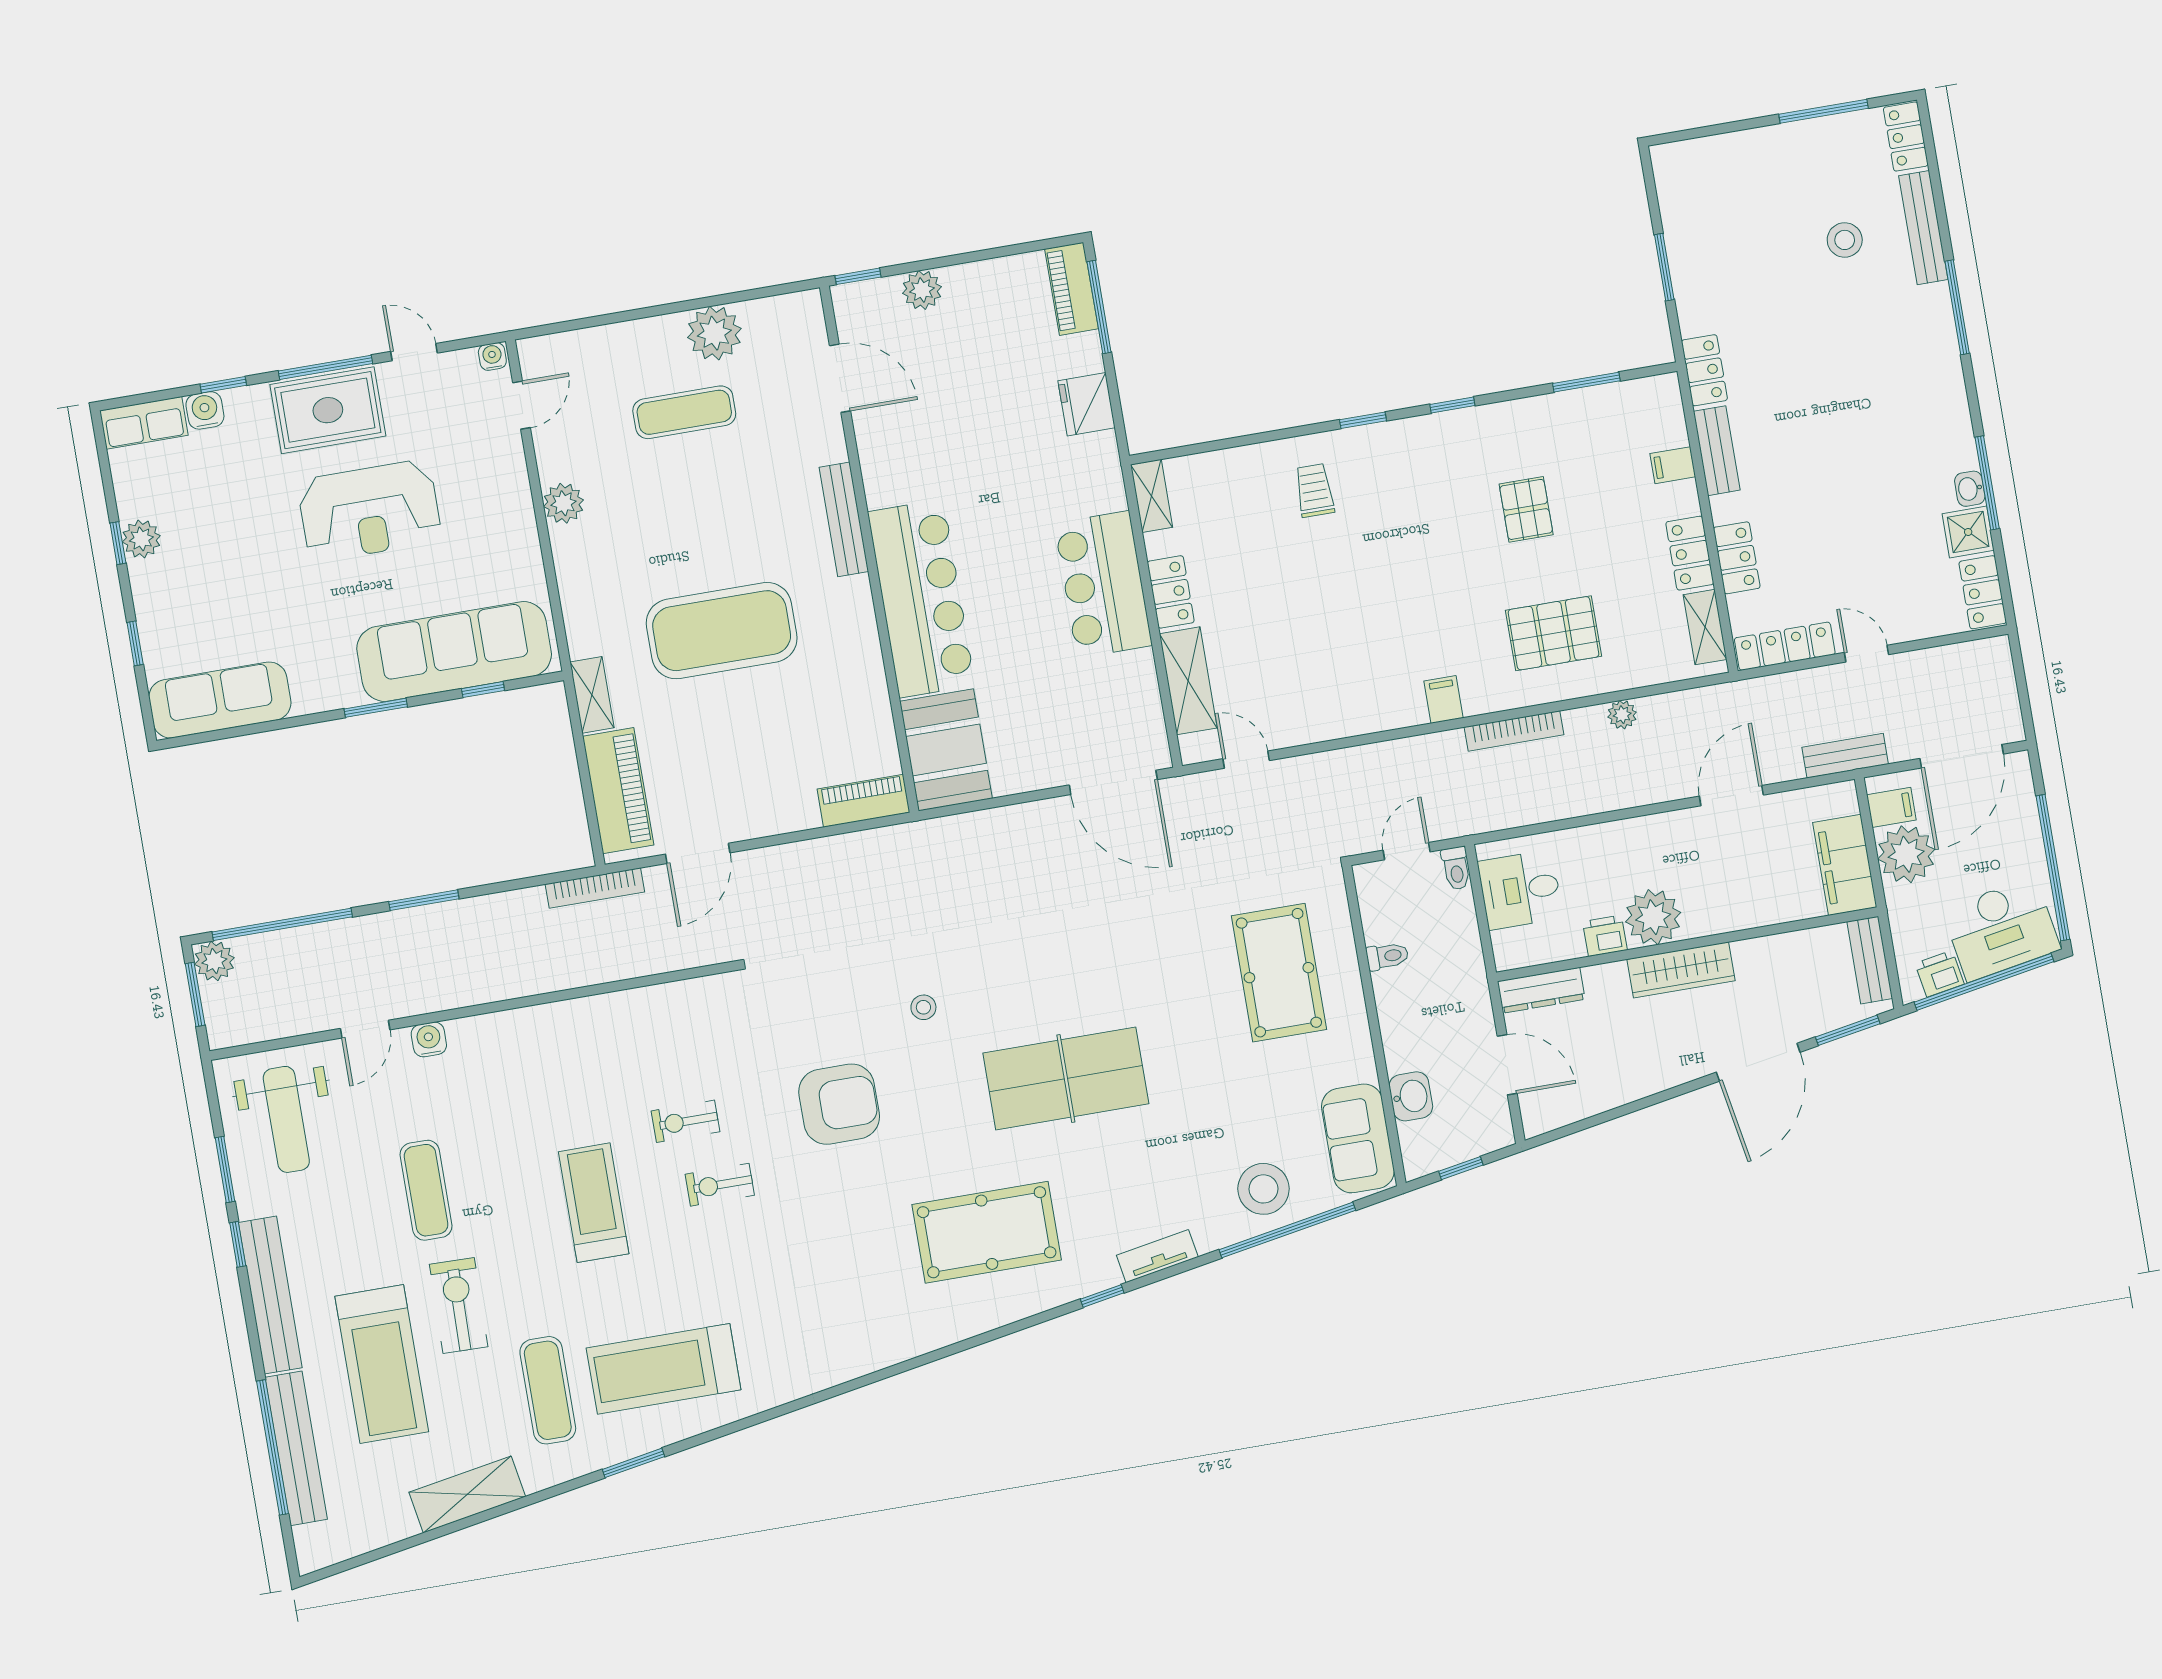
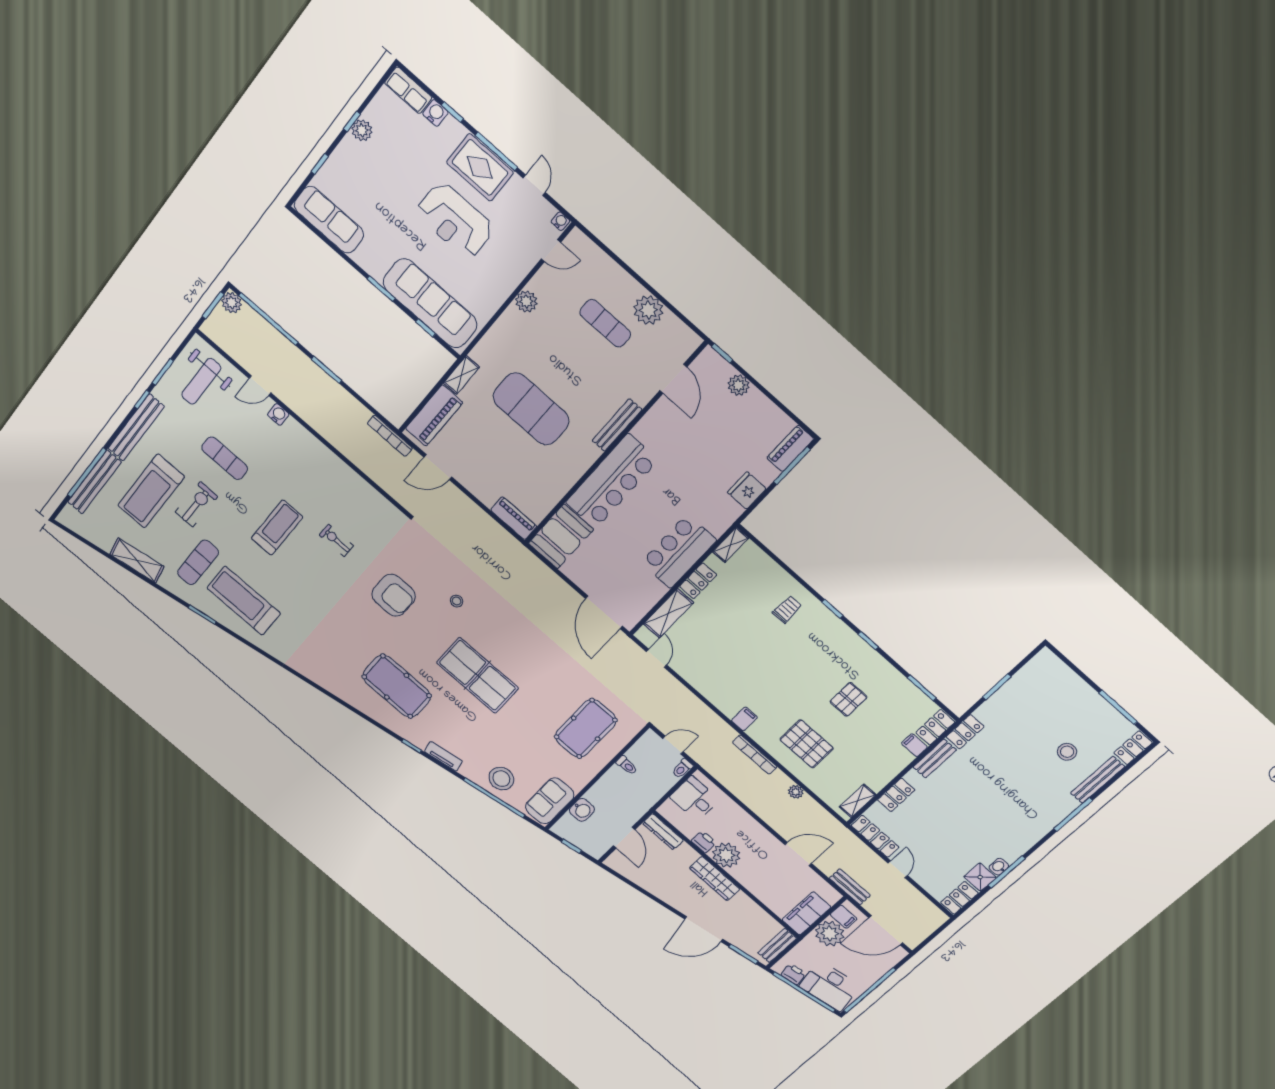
locker: (1690, 553) -> (935, 727), moved
exercise bike: (720, 1185) -> (325, 571), removed
exercise mat: (426, 1190) -> (225, 458), turned 90

